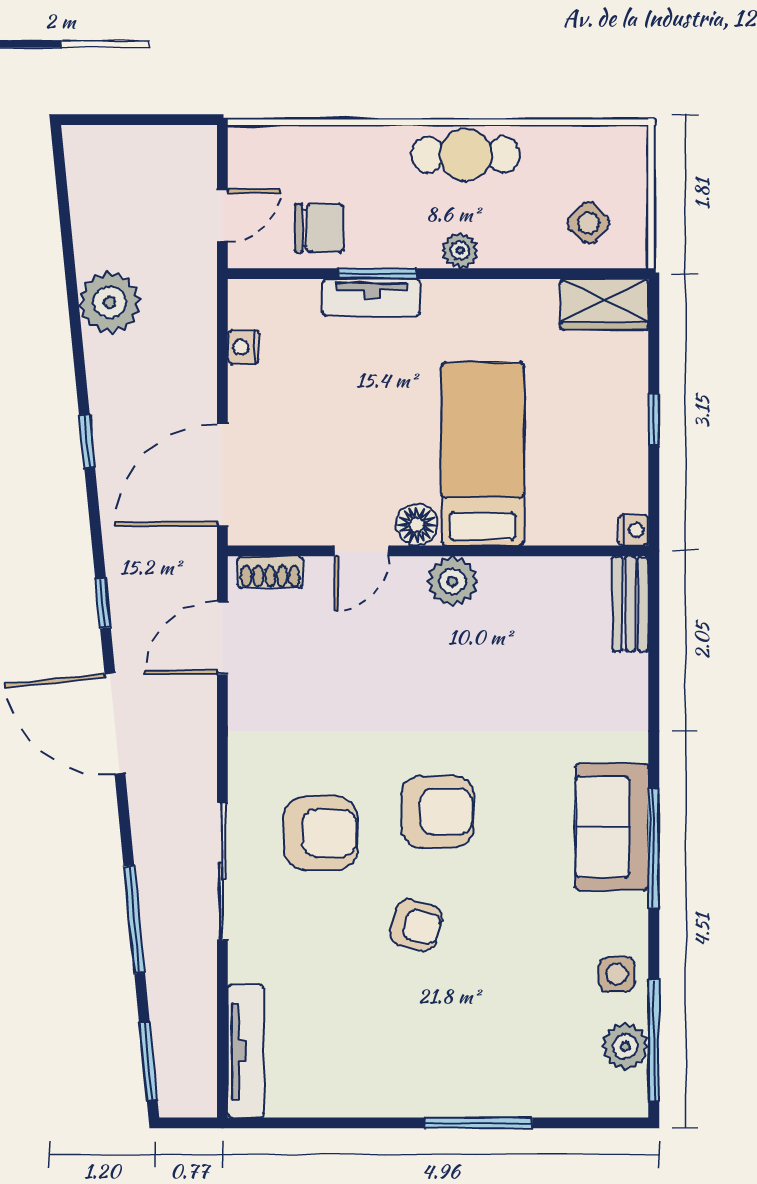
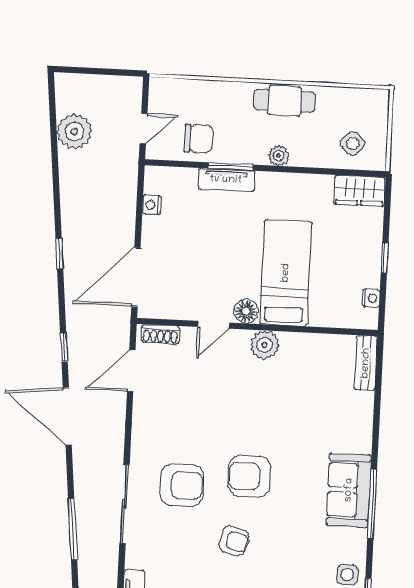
plant: (110, 302) -> (74, 132), moved
nightstand: (634, 530) -> (371, 298), moved
armchair: (438, 812) -> (249, 476), turned 180

